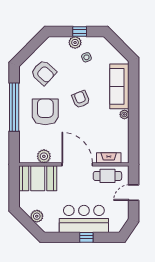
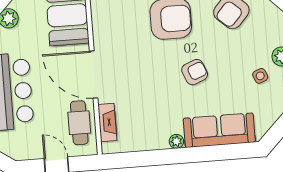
plant: (44, 156) -> (102, 22), removed
door: (77, 164) -> (94, 75), swing flipped

